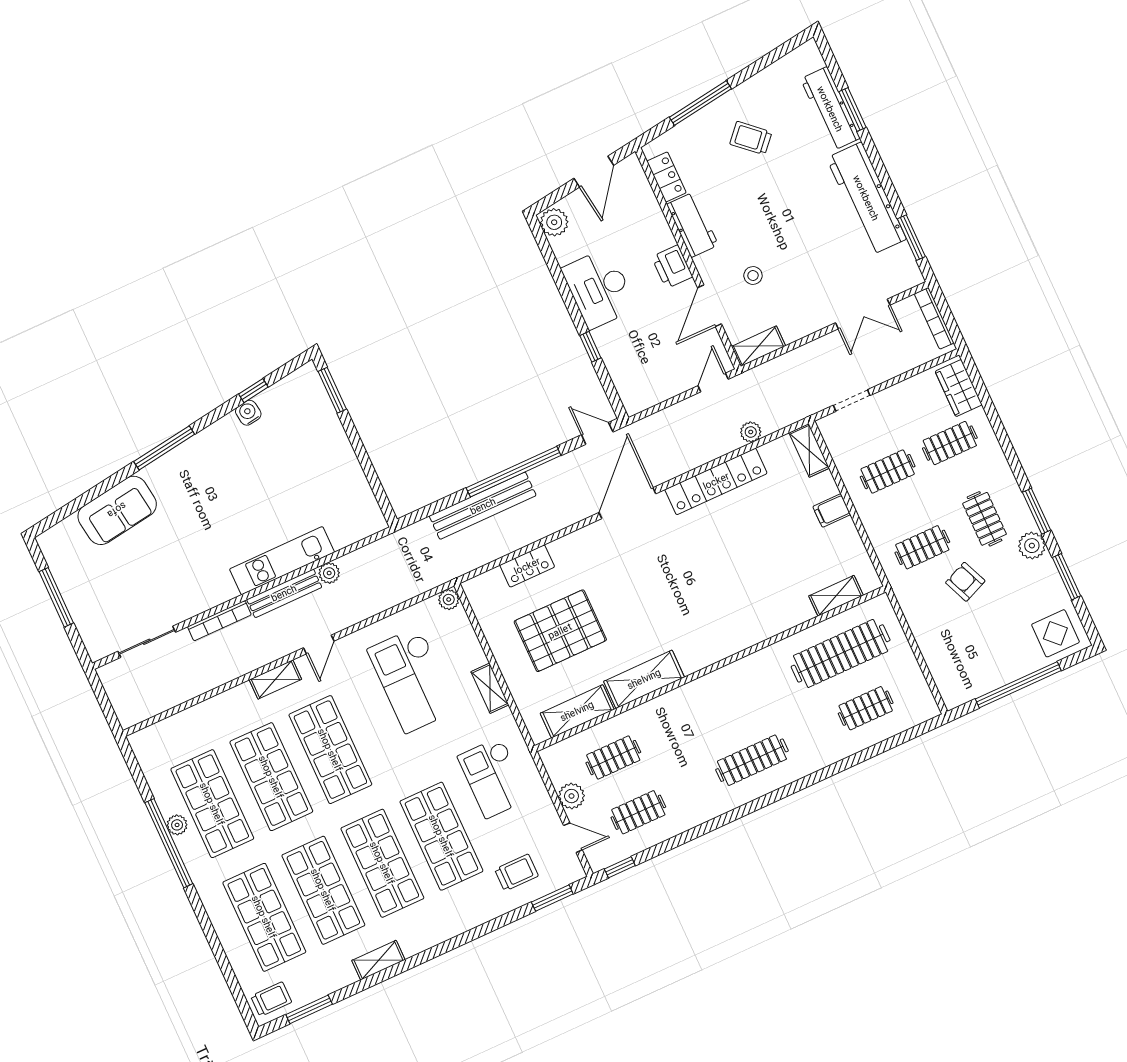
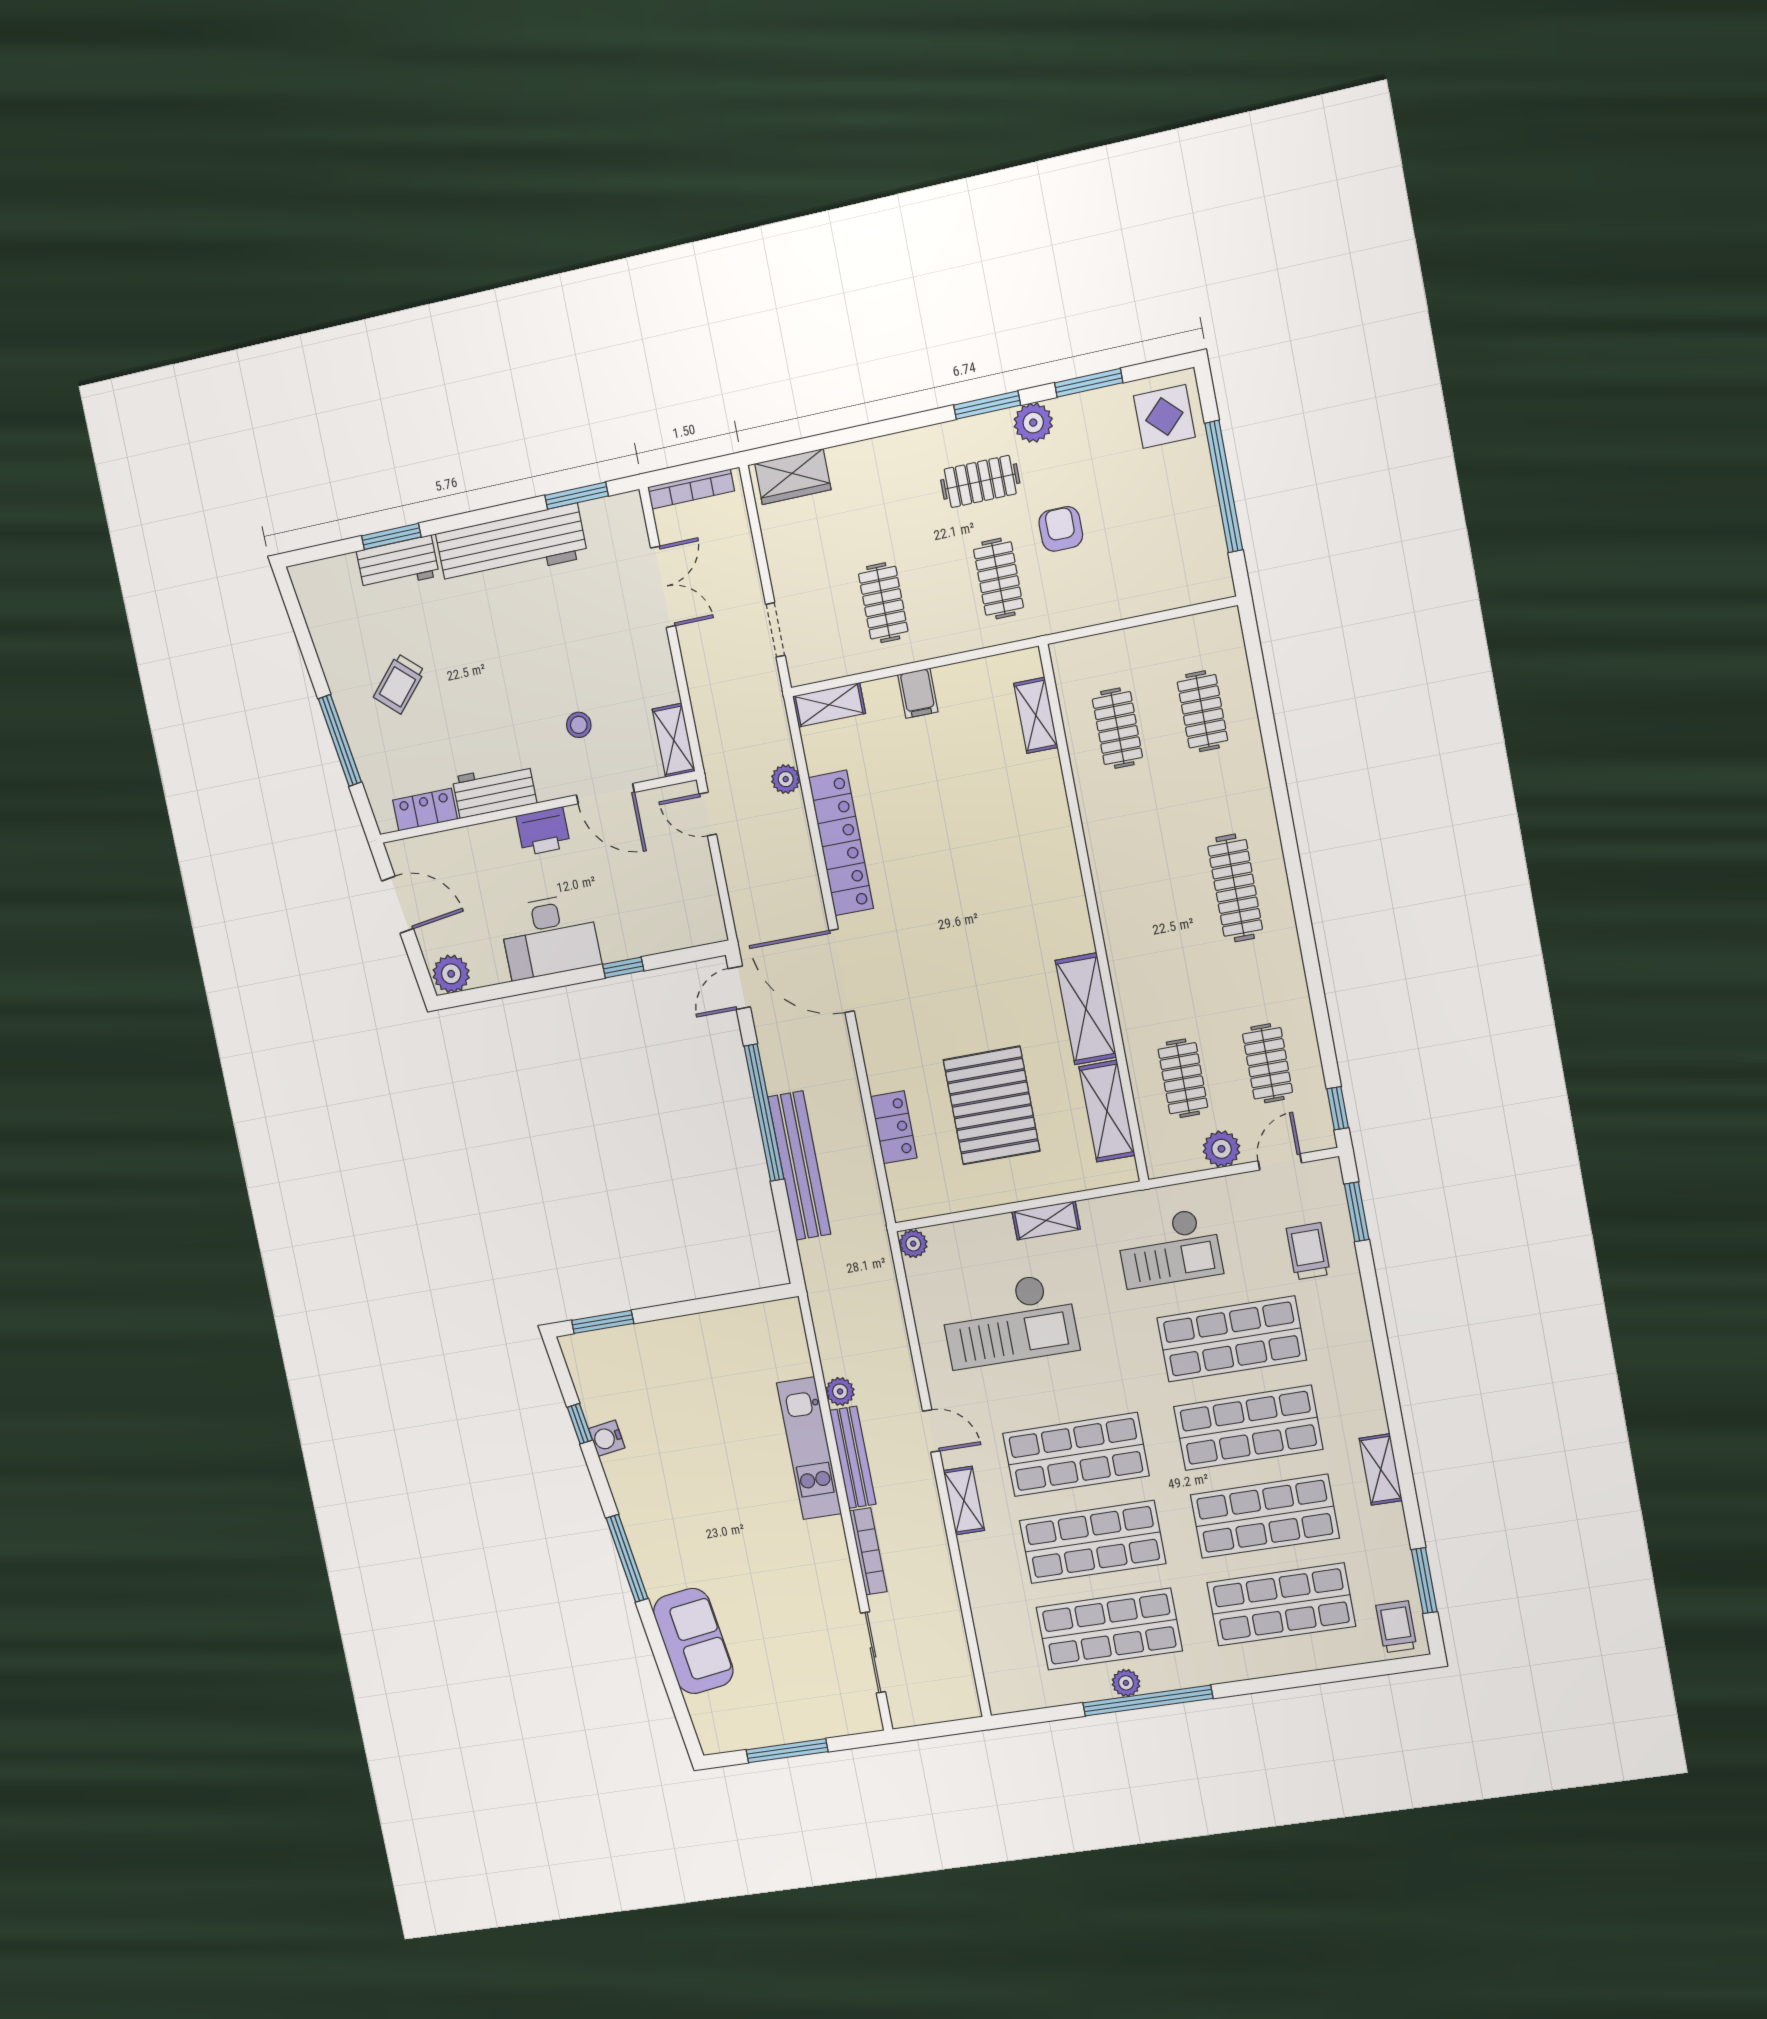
workbench: (830, 109) -> (398, 563), width x0.73
clothes rail: (950, 443) -> (865, 506), removed
armchair: (965, 582) -> (1061, 529), turned 113
clothes rail: (841, 653) -> (1117, 728), width x0.54, depth x0.76

